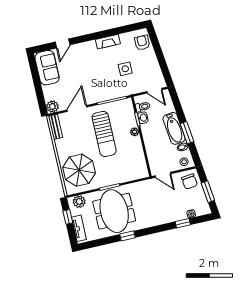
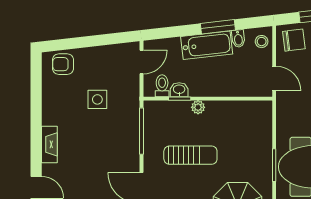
fireplace: (108, 42) -> (49, 144), moved
sun lounger: (104, 134) -> (190, 155), width x0.73, depth x0.75
door: (163, 175) -> (274, 79), hinge flipped

